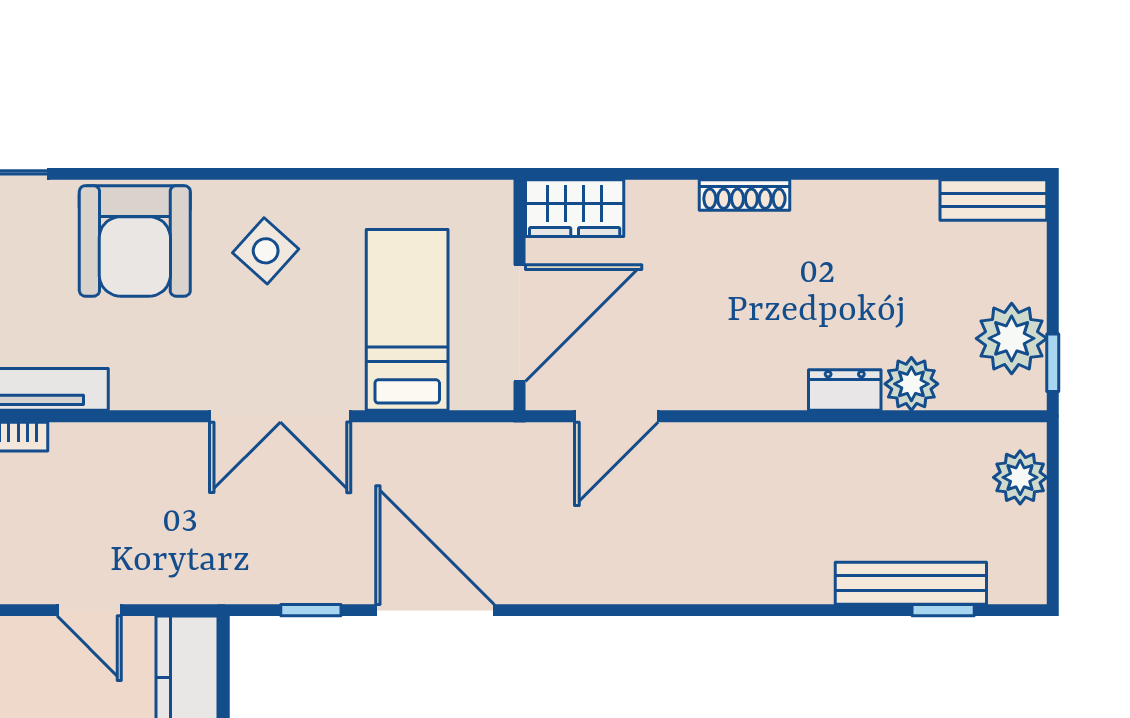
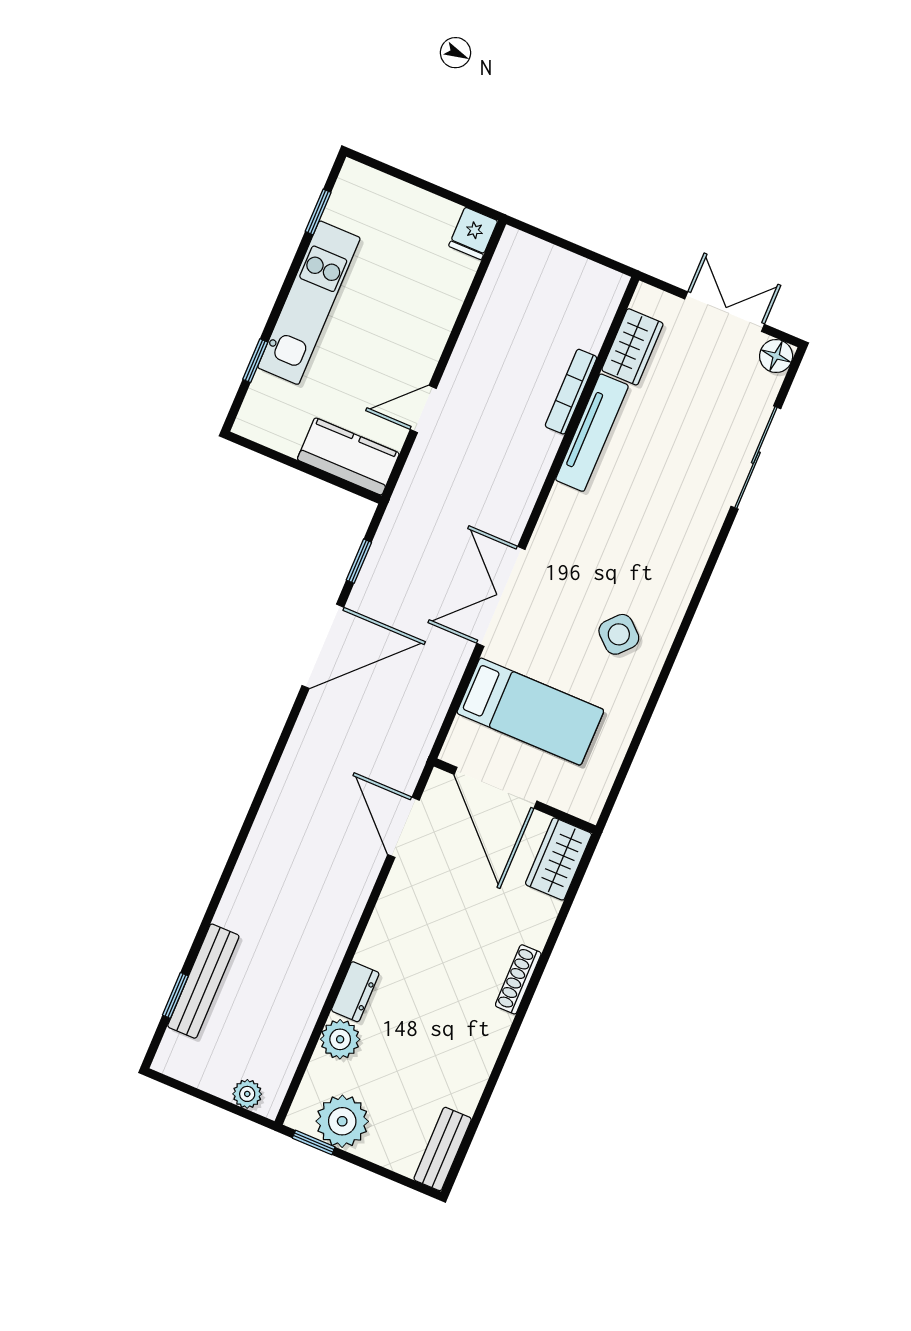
armchair: (135, 241) -> (664, 547), removed
plant: (1020, 477) -> (247, 1094), width x0.73, depth x0.73

